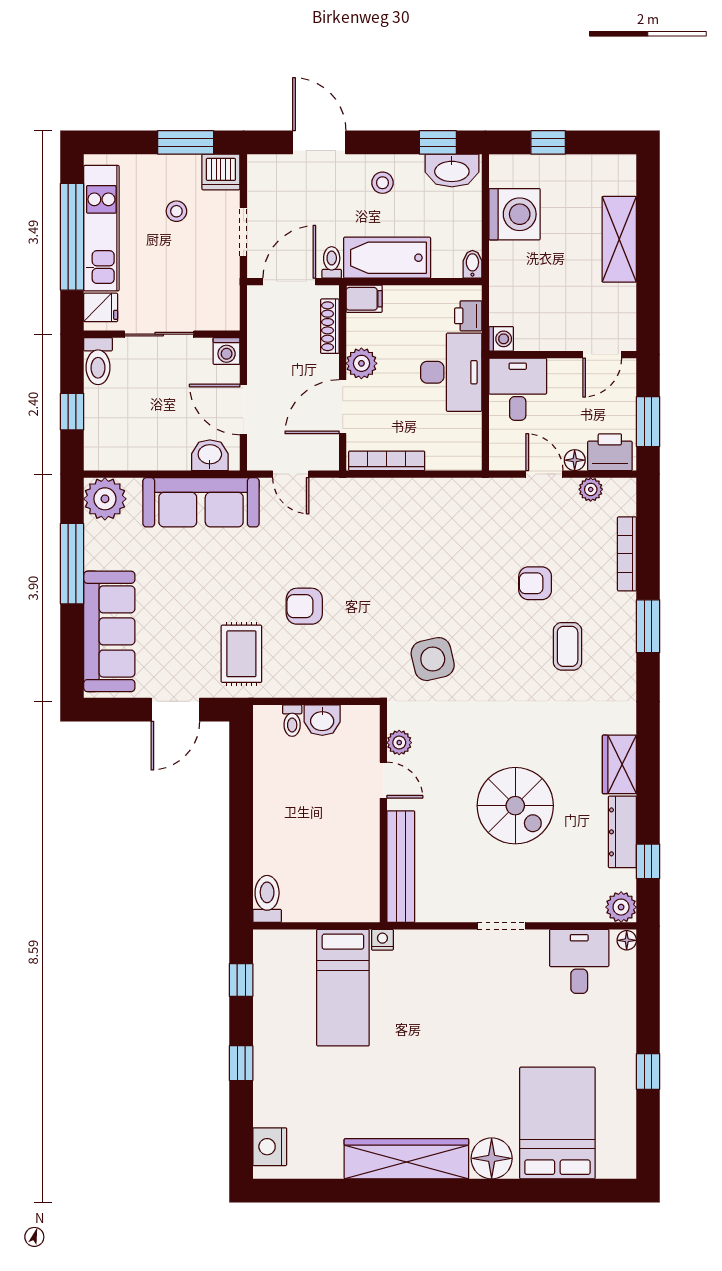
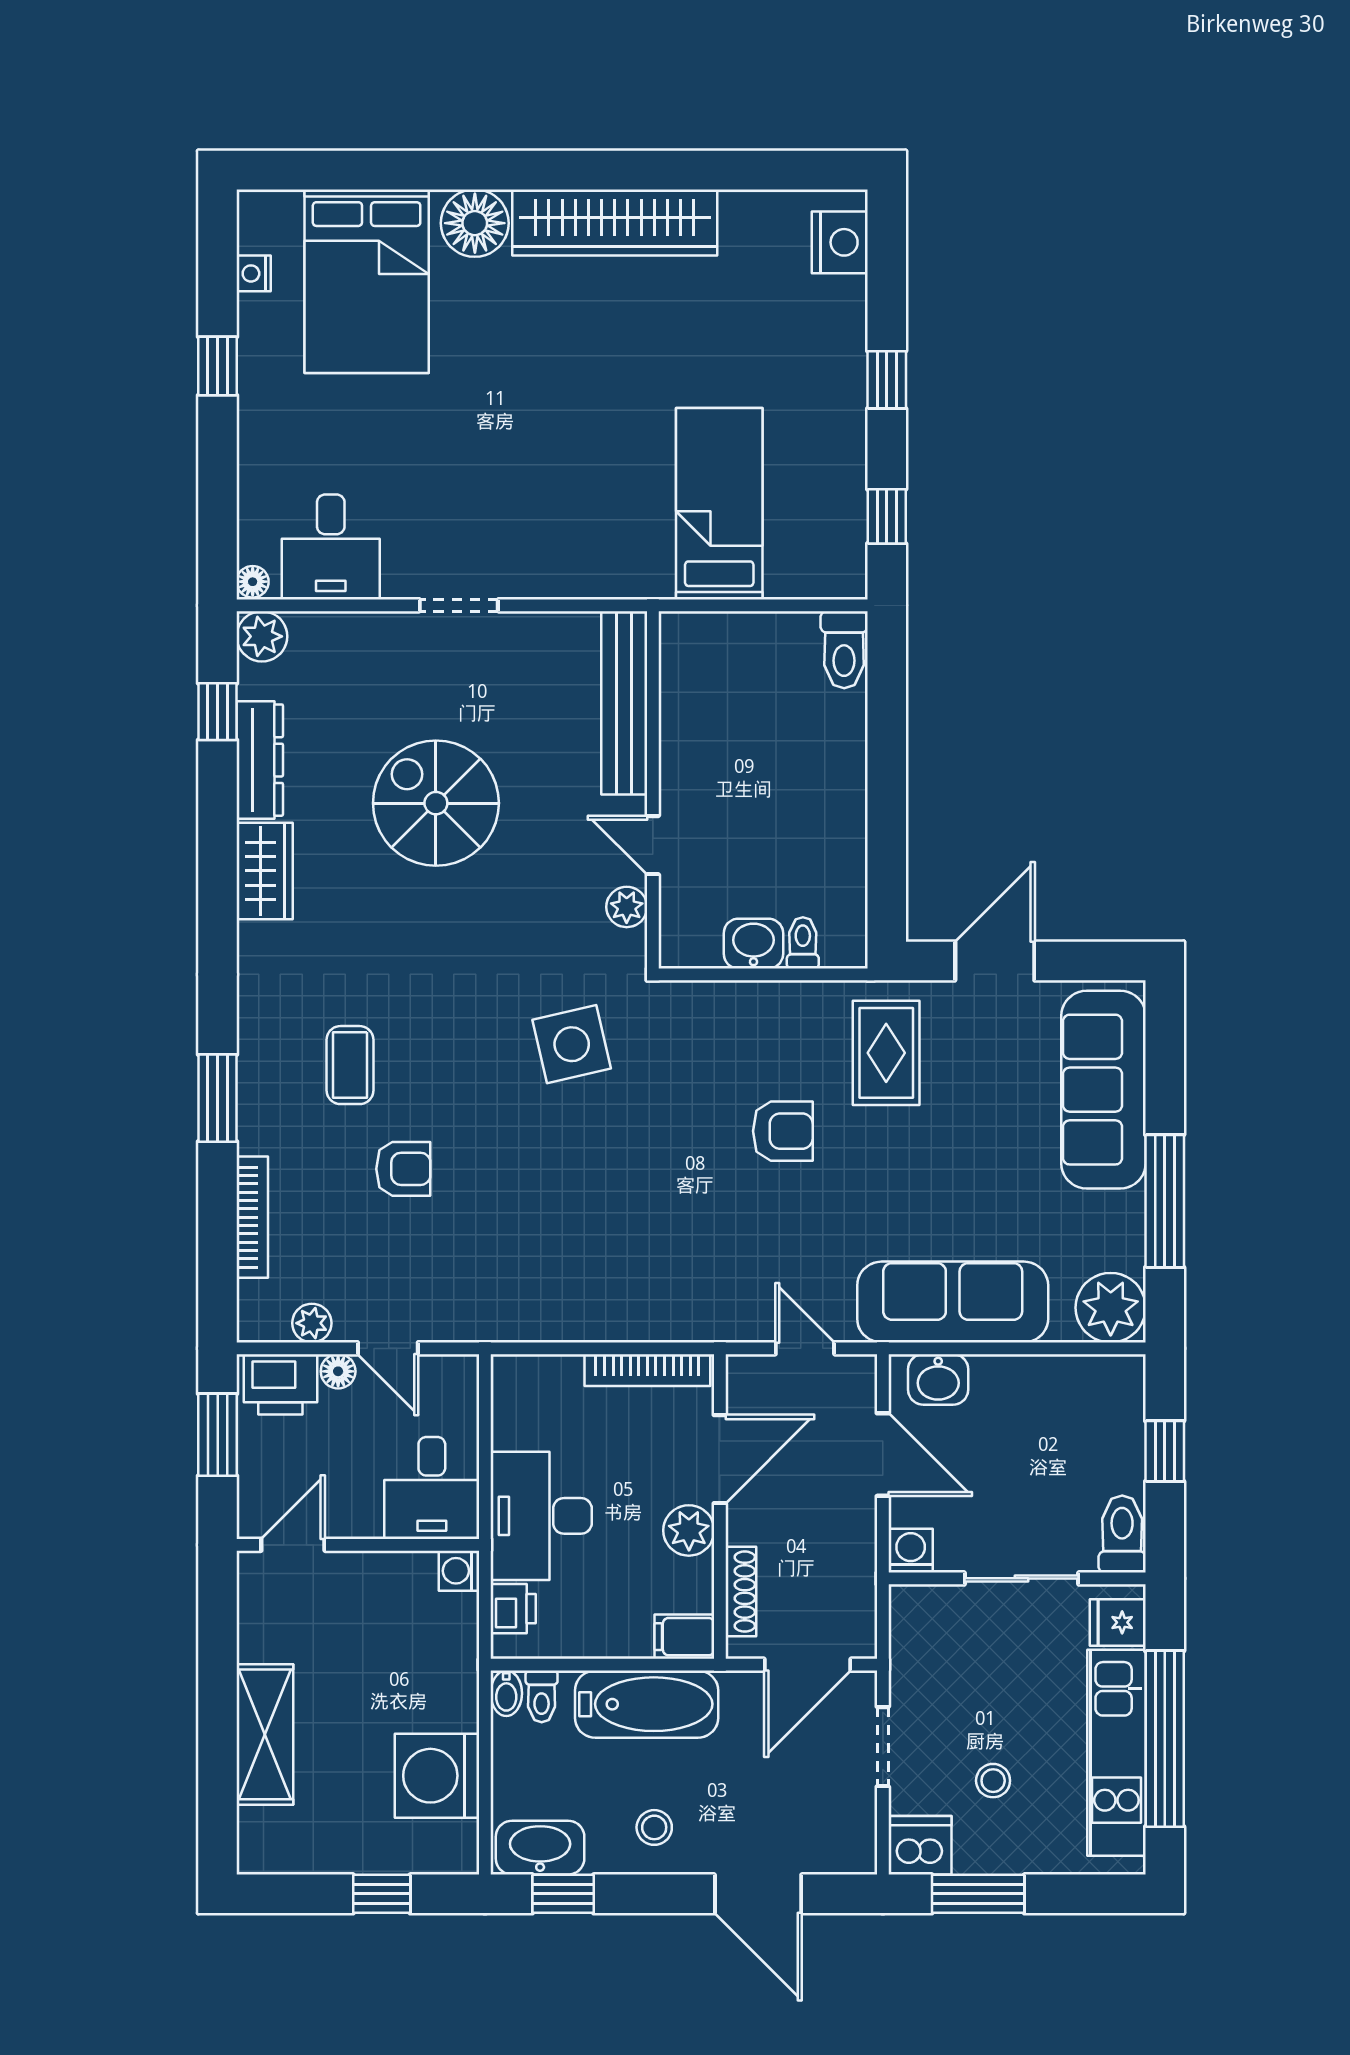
toilet: (332, 262) -> (542, 1696), moved
nightstand: (382, 940) -> (254, 273), moved, turned 90

